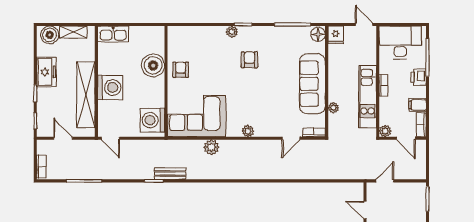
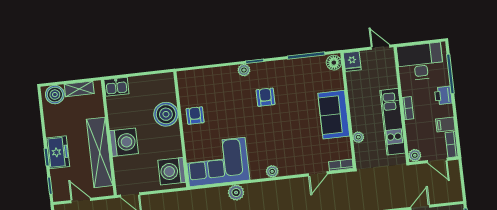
kitchen sink: (113, 34) -> (116, 87), width x0.73
freezer: (46, 72) -> (58, 152), moved
sofa: (312, 84) -> (334, 115), width x0.73

